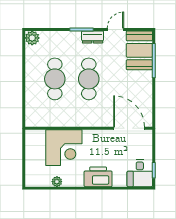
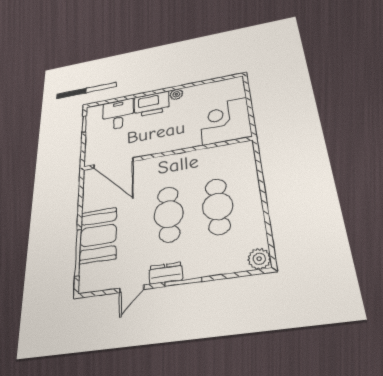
booth: (139, 50) -> (98, 235), moved
corner desk: (64, 148) -> (225, 121), moved
desk: (140, 173) -> (118, 114), moved
plant: (57, 182) -> (176, 94), moved

